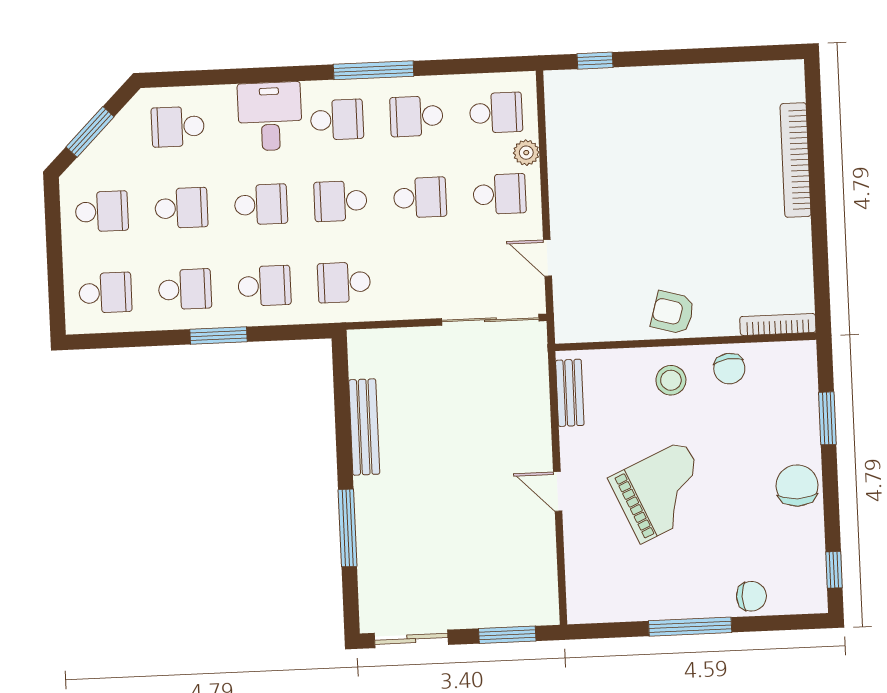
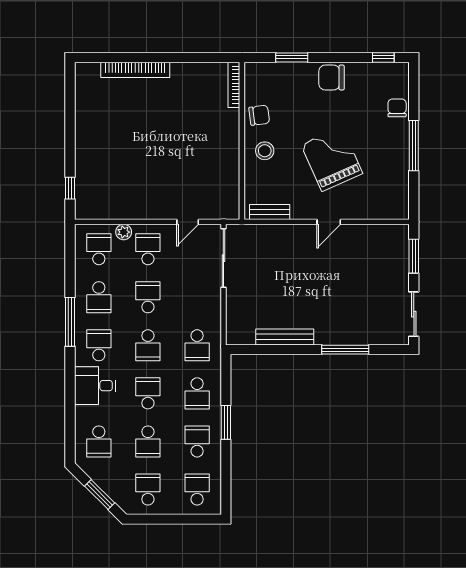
school desk: (181, 208) -> (148, 441), turned 180
school desk: (264, 286) -> (197, 393), turned 180
armchair: (673, 313) -> (224, 148), removed

